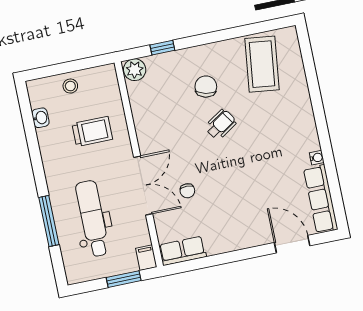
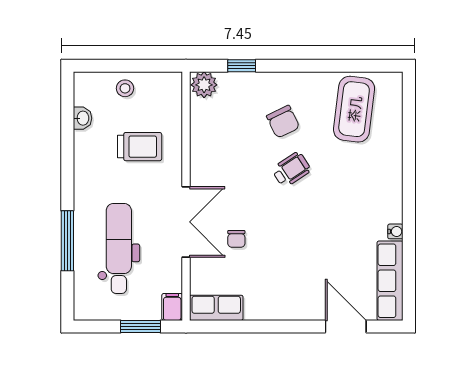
chair: (206, 87) -> (283, 122), turned 141

